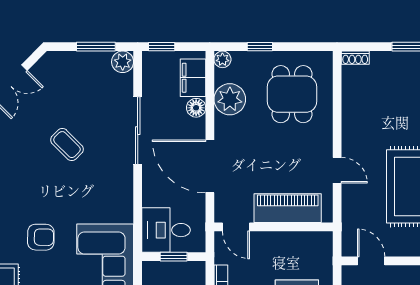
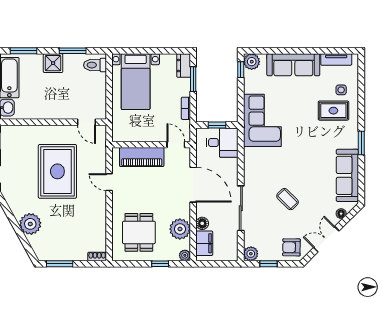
window: (96, 47) -> (268, 264), width x0.67
window: (162, 47) -> (225, 264), removed
armchair: (41, 237) -> (291, 247), moved

